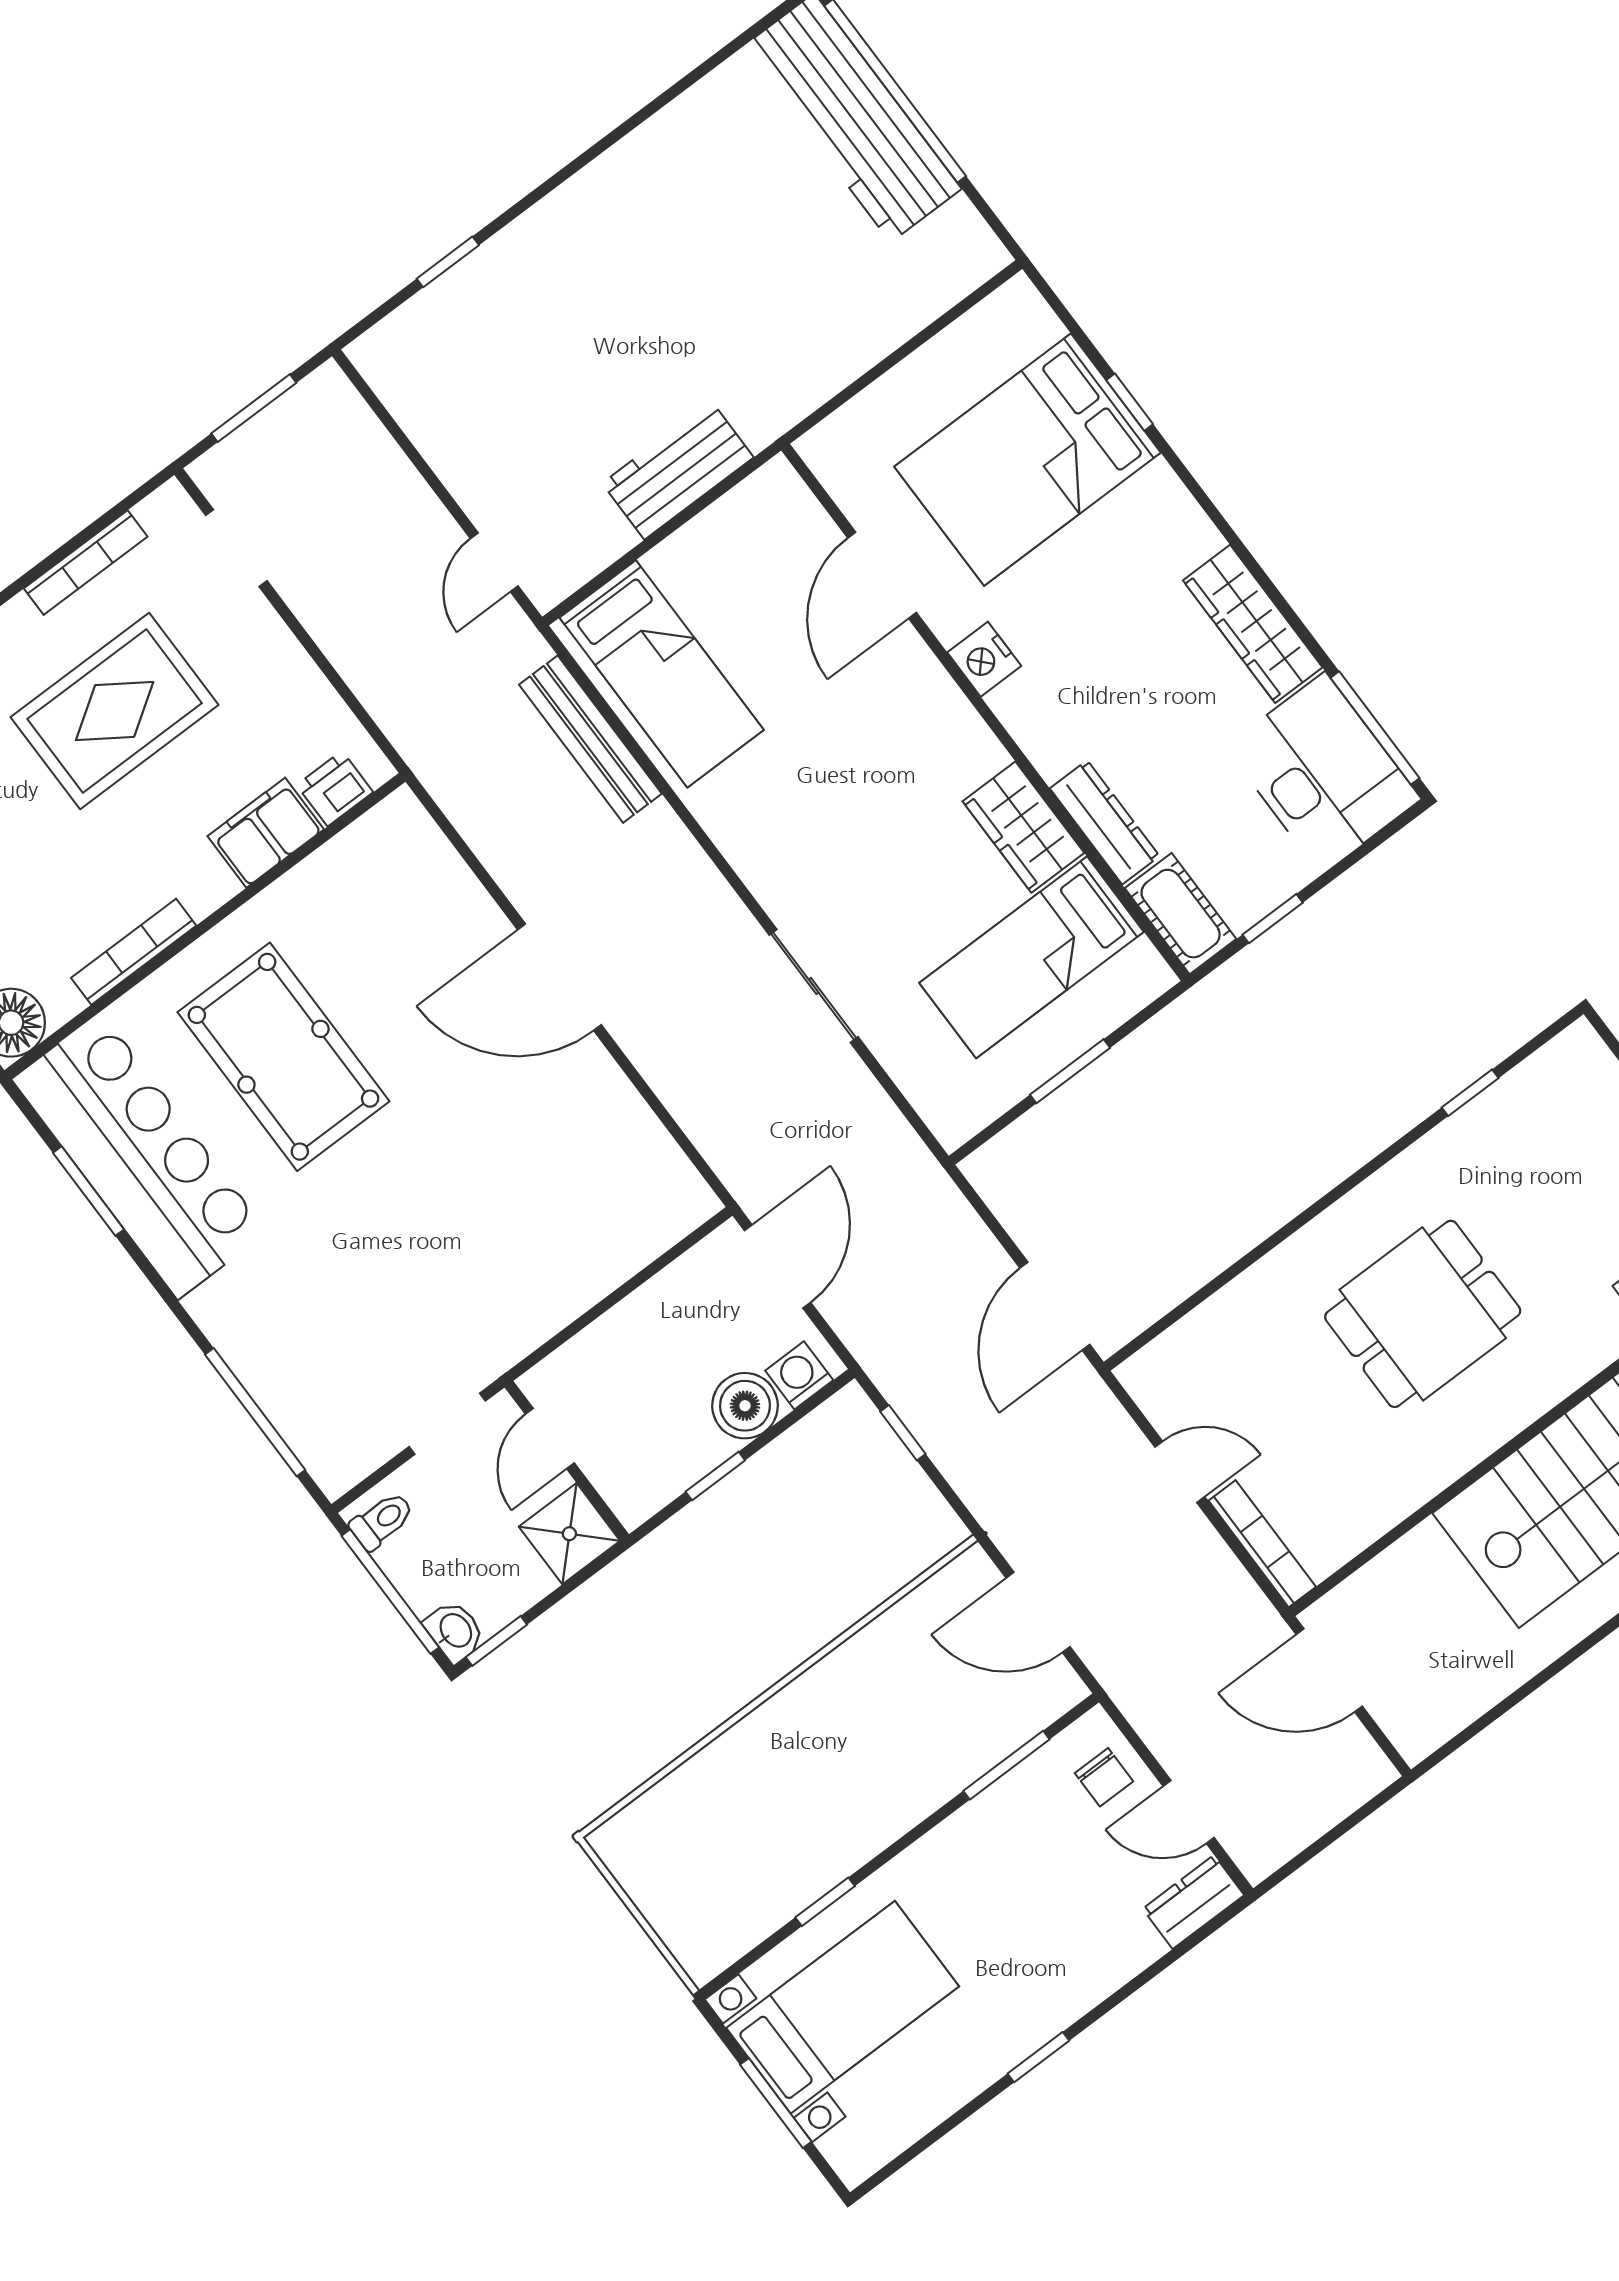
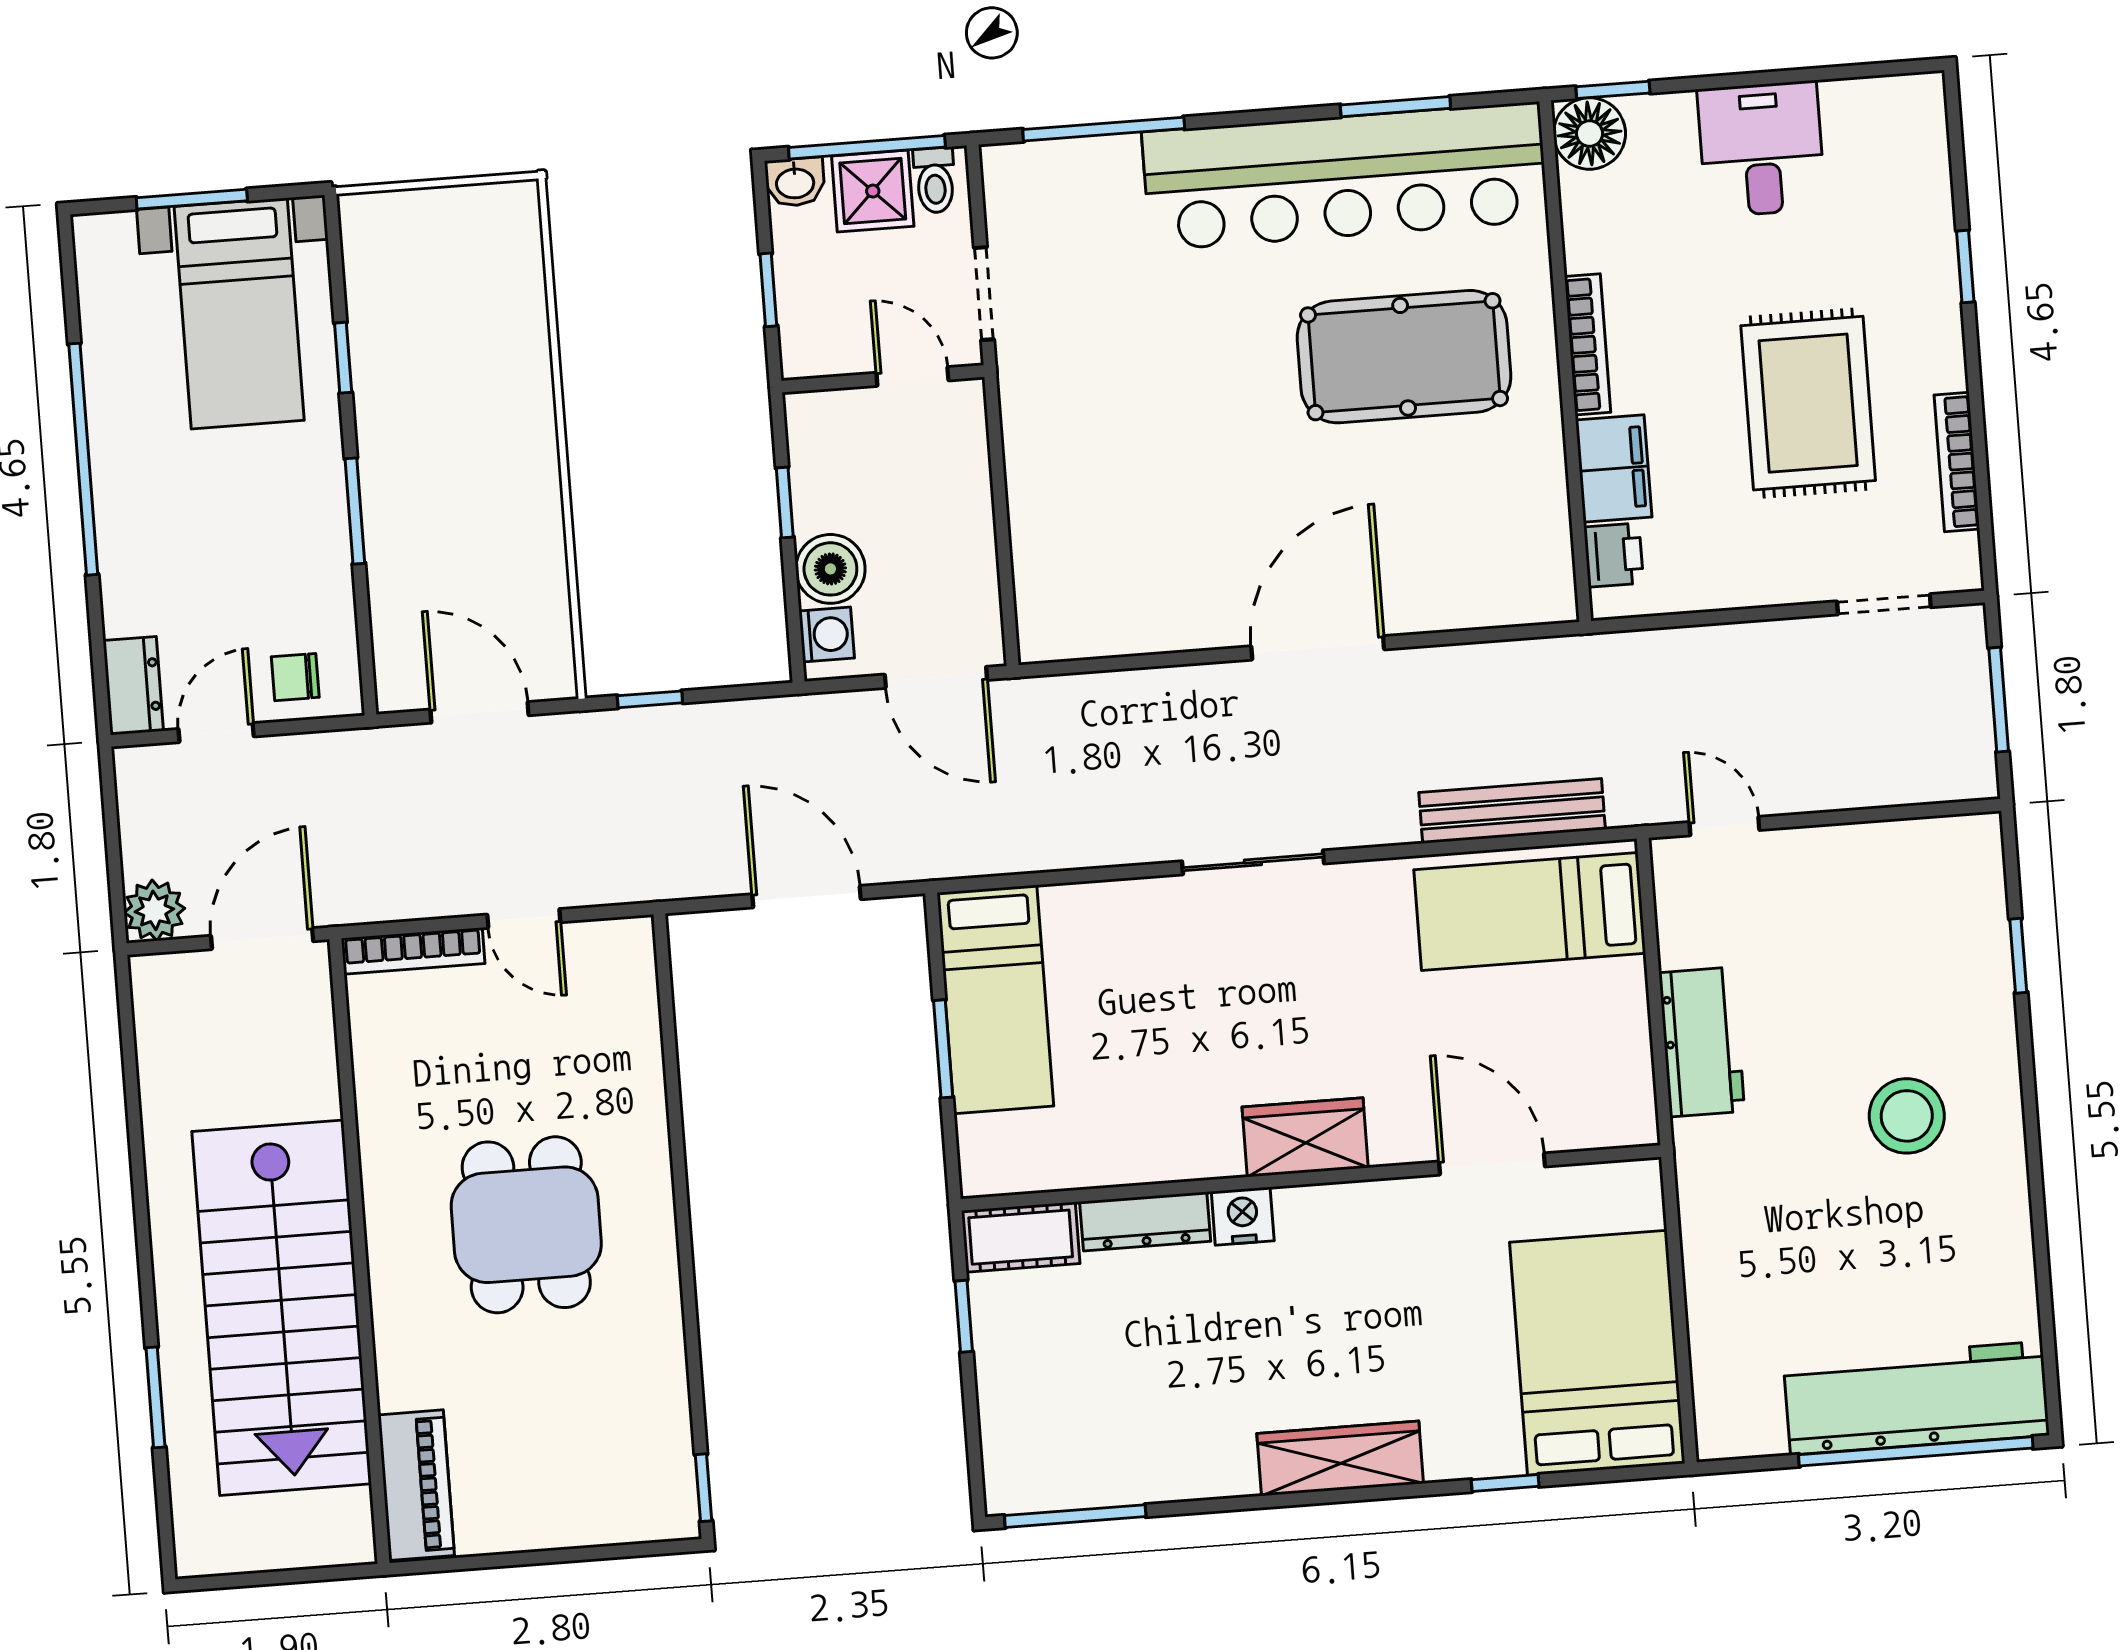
stool: (632, 269) -> (1907, 1116), added
bed: (1027, 460) -> (1597, 1353), moved
wardrobe: (1253, 624) -> (1340, 1458), moved
nightstand: (984, 659) -> (1243, 1216), moved
desk: (1323, 773) -> (1065, 1444), removed
wardrobe: (1023, 827) -> (1305, 1137), moved
bookcase: (134, 952) -> (1588, 344), moved
bed: (1032, 957) -> (995, 999), moved, turned 180
sliding door: (814, 986) -> (1253, 862), moved
window: (1470, 1093) -> (703, 1488), moved
bar counter: (139, 1156) -> (1345, 176), width x1.36
door: (1055, 1306) -> (806, 897), moved
window: (903, 1433) -> (650, 699), moved
door: (1180, 1472) -> (524, 918), hinge flipped
shower: (569, 1534) -> (873, 191), moved
door: (1038, 1612) -> (480, 712), hinge flipped
window: (496, 1641) -> (768, 290), moved
window: (1006, 1765) -> (355, 511), moved
plant: (1362, 1770) -> (154, 910), added
window: (1038, 2057) -> (83, 459), width x3.17

